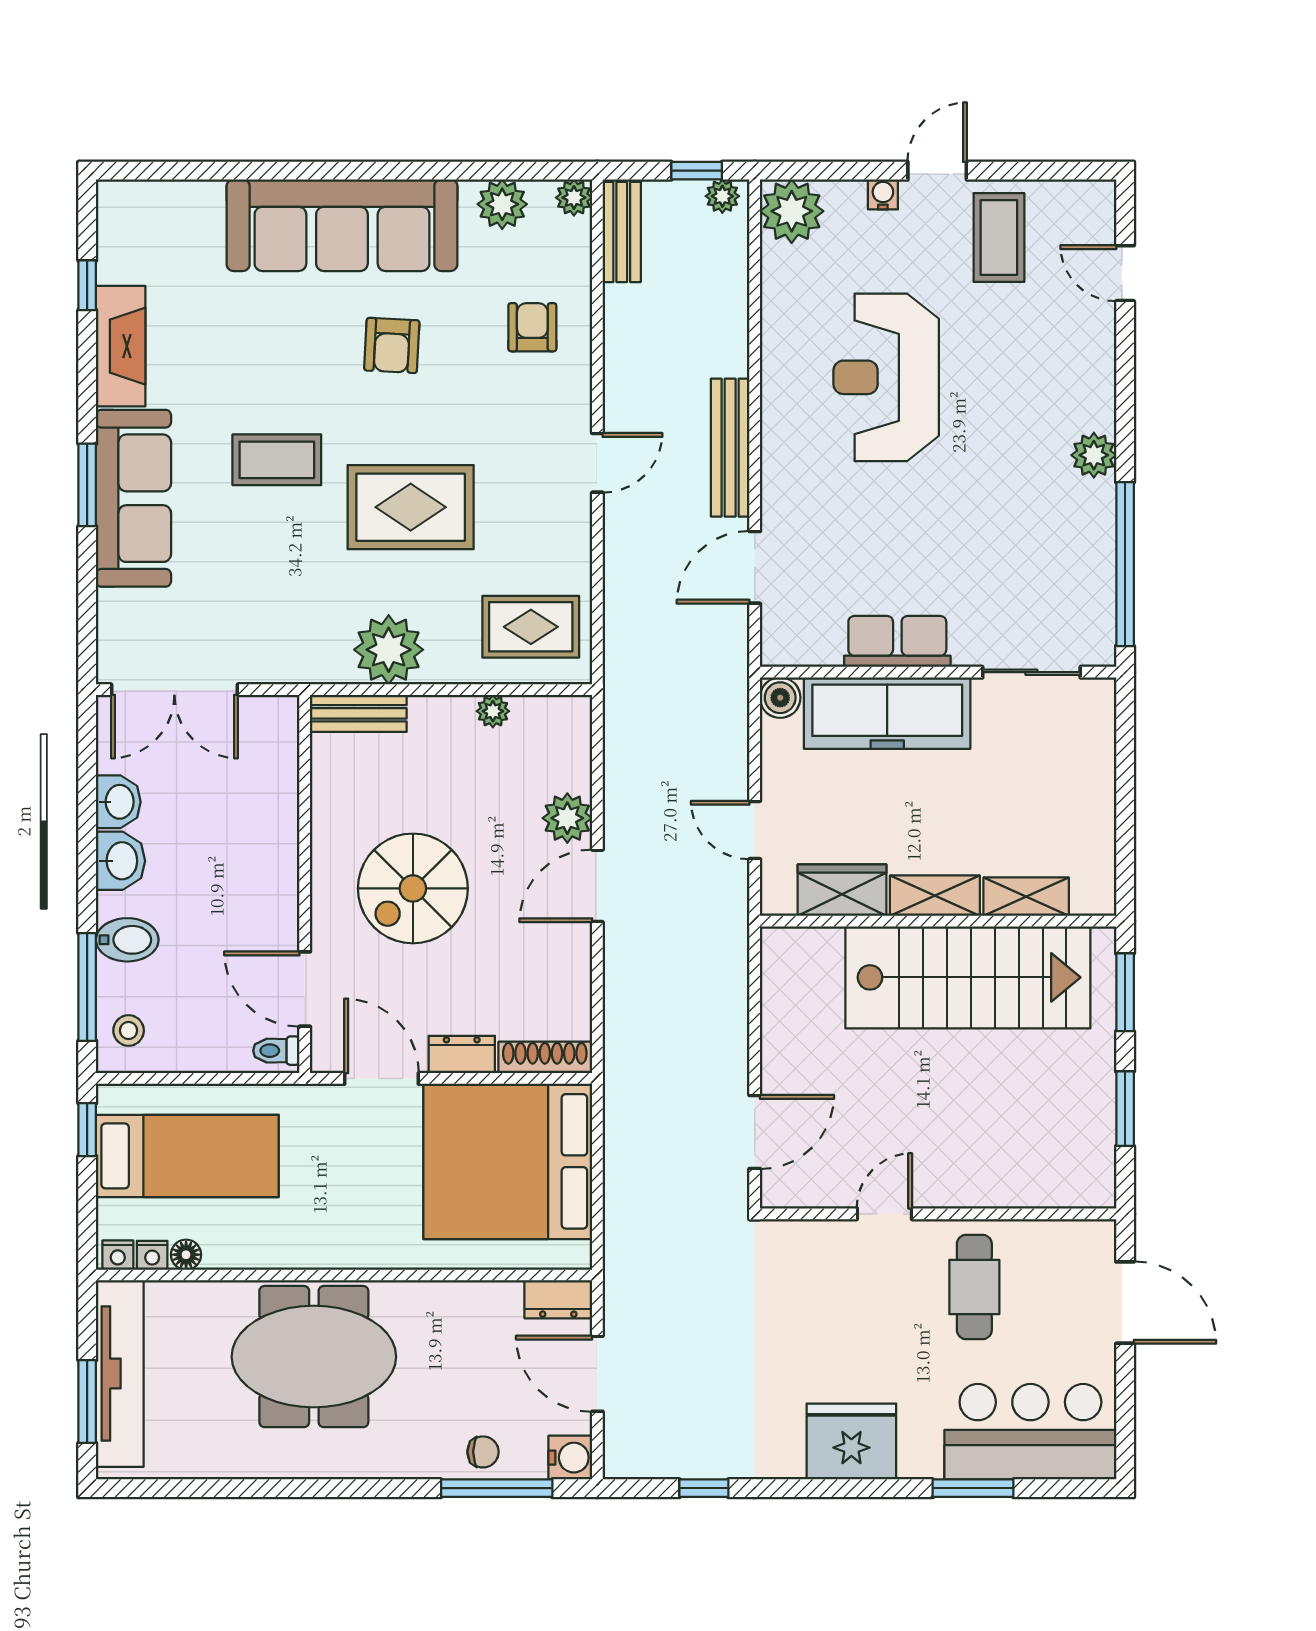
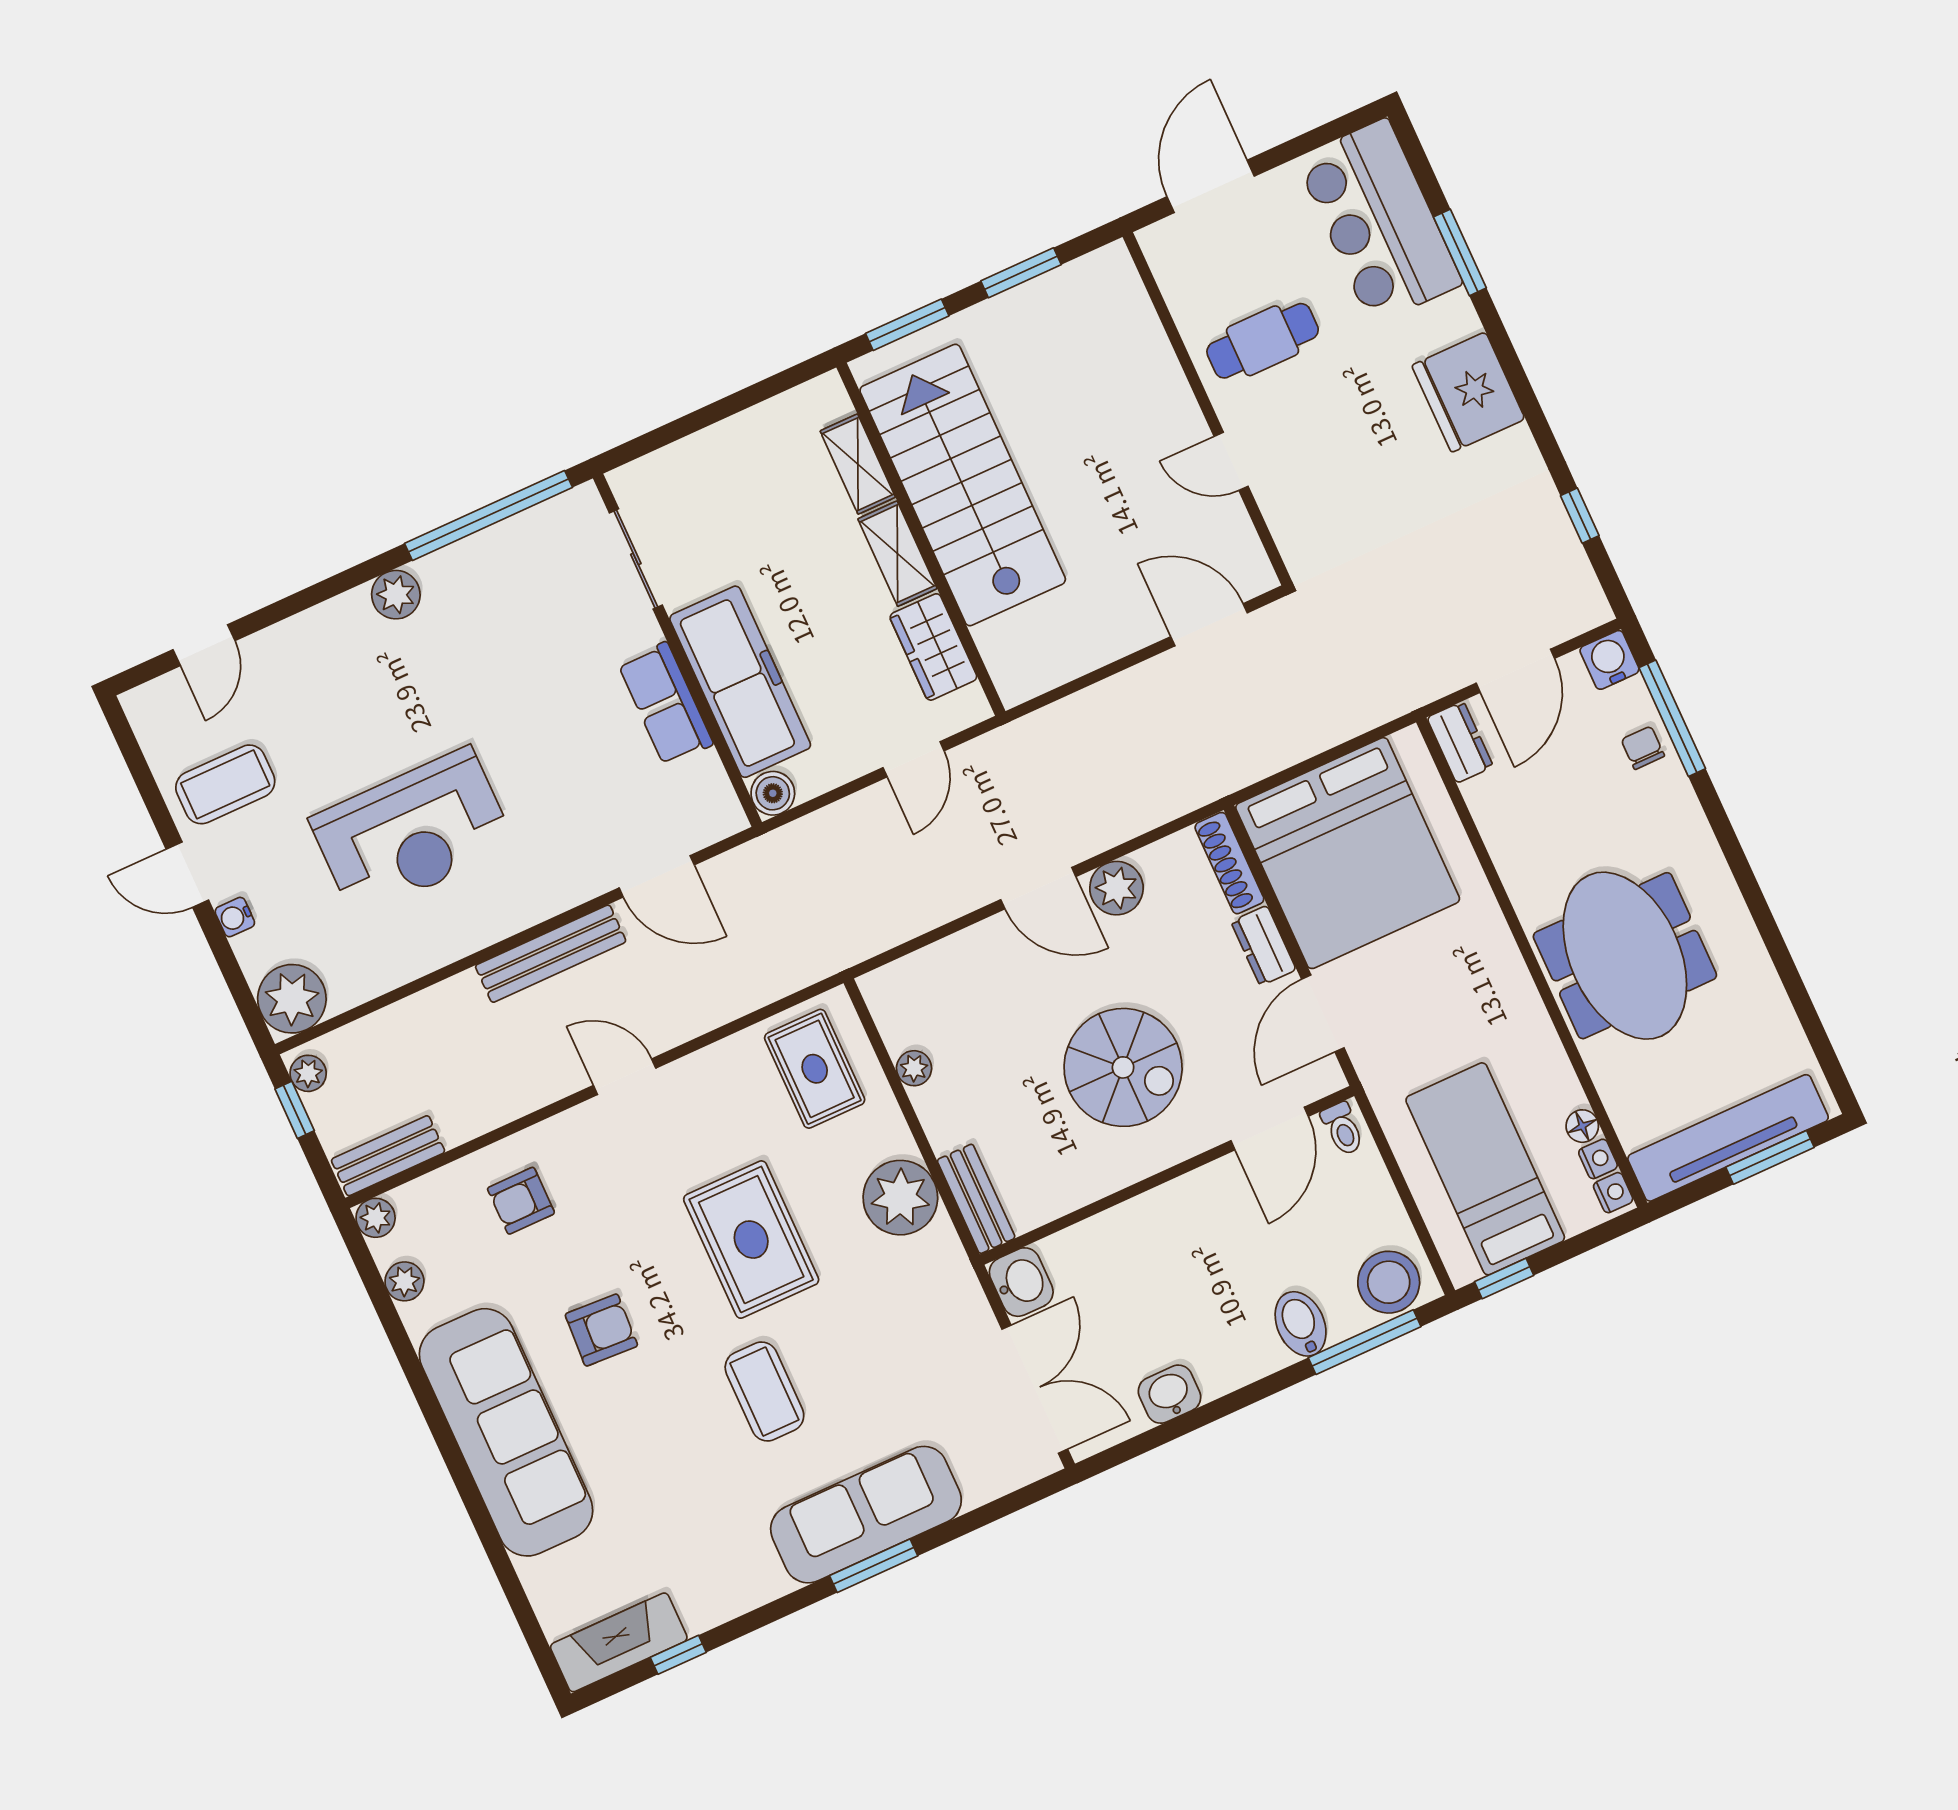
plant: (502, 204) -> (404, 1281), width x0.73, depth x0.73
fireplace: (121, 346) -> (619, 1642), moved
plant: (567, 818) -> (1116, 888), moved
washbasin: (120, 861) -> (1021, 1282), moved, turned 90
stool: (129, 1031) -> (1389, 1282), width x1.89, depth x1.89

